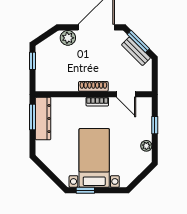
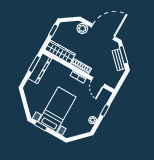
wardrobe: (57, 83) -> (60, 52), added

